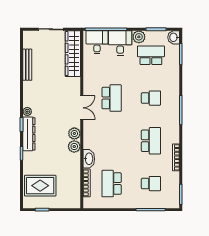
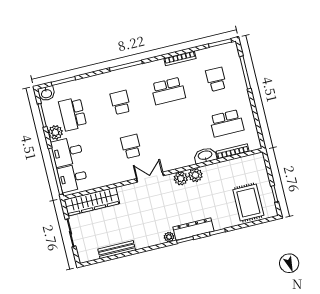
school desk: (112, 98) -> (131, 146), width x0.54
school desk: (151, 141) -> (168, 91), turned 180

